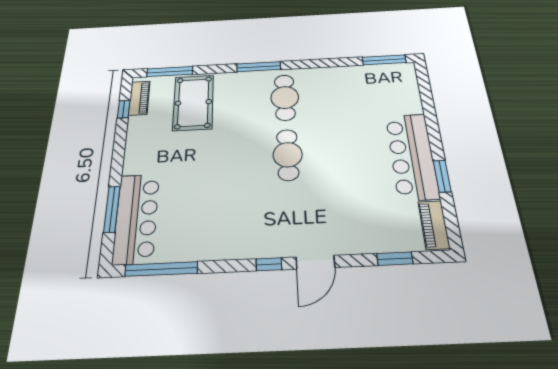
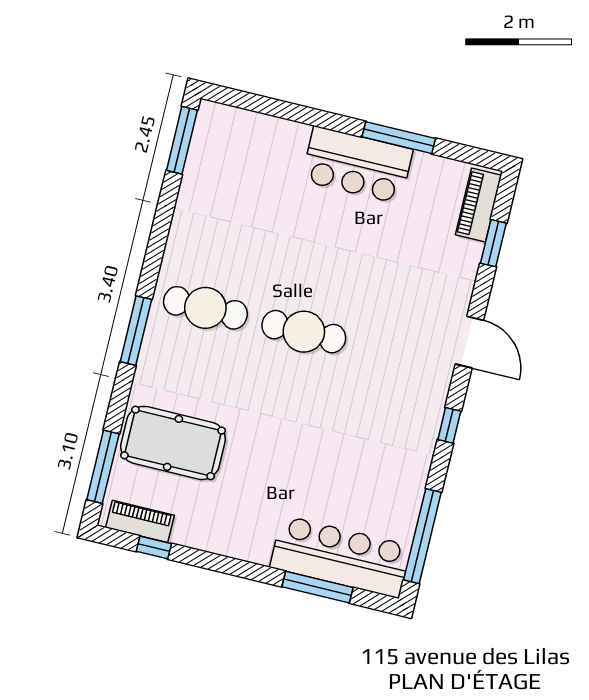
bar counter: (412, 156) -> (357, 165), width x0.73
window: (442, 176) -> (399, 138), width x1.44
piano: (434, 225) -> (479, 205), moved, turned 90
window: (269, 264) -> (449, 425), moved

